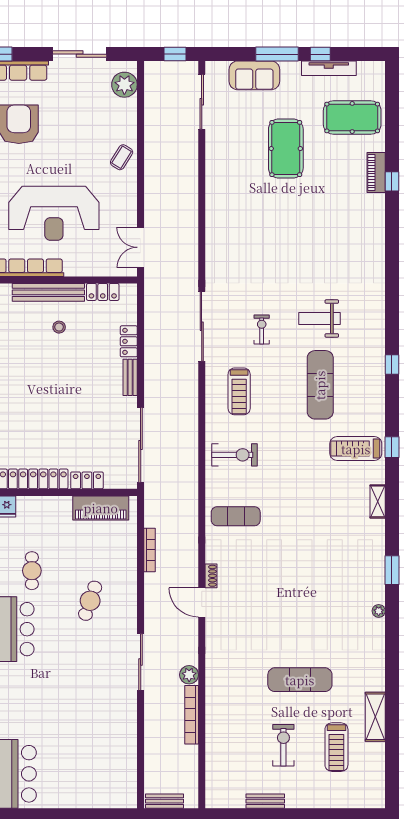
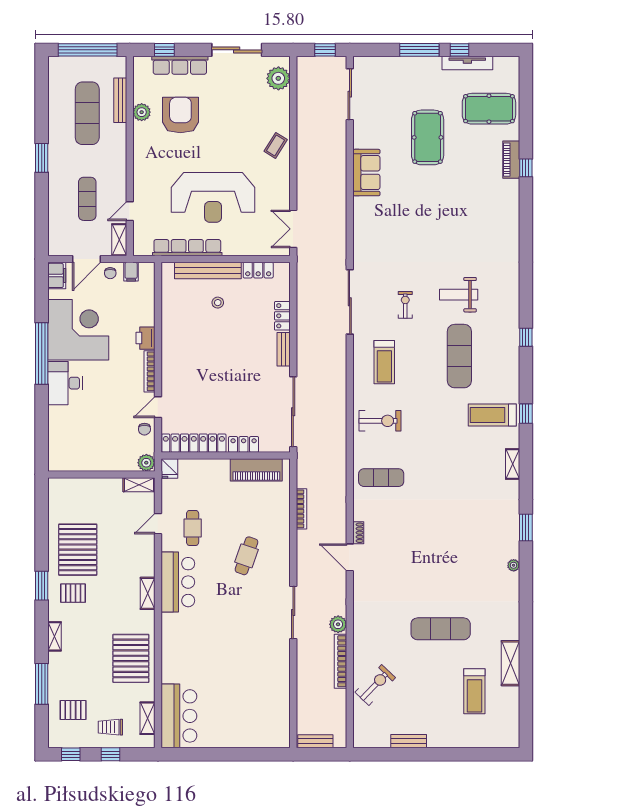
sofa: (254, 75) -> (366, 173), moved, turned -90
exercise bike: (283, 745) -> (375, 685), moved, turned 44

